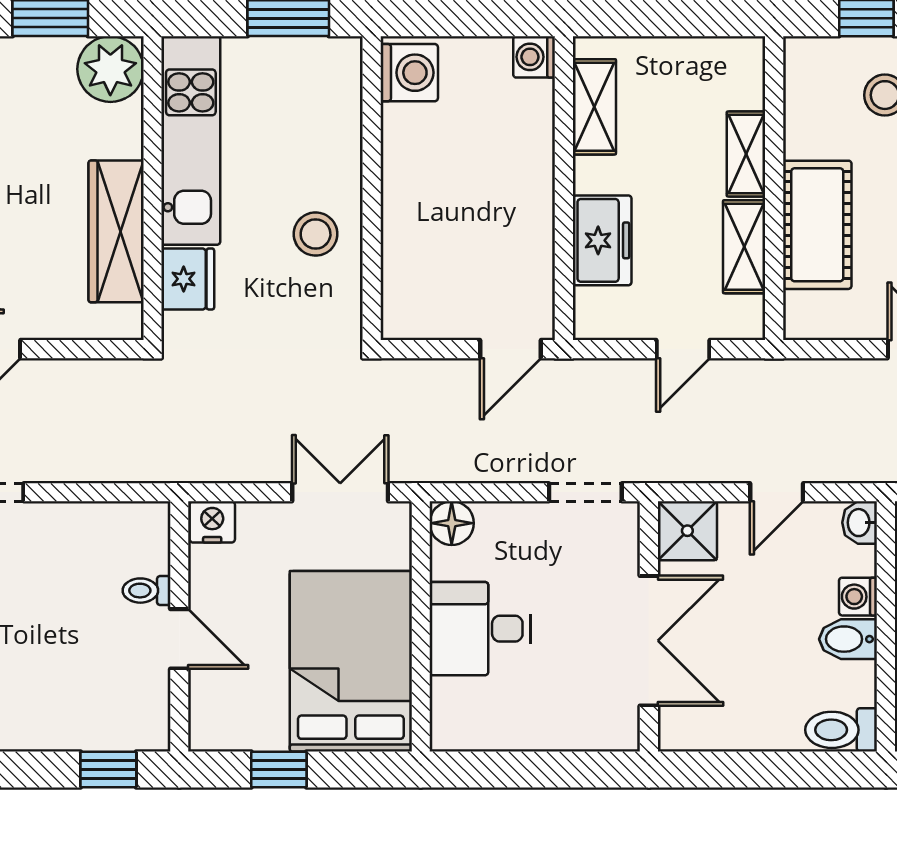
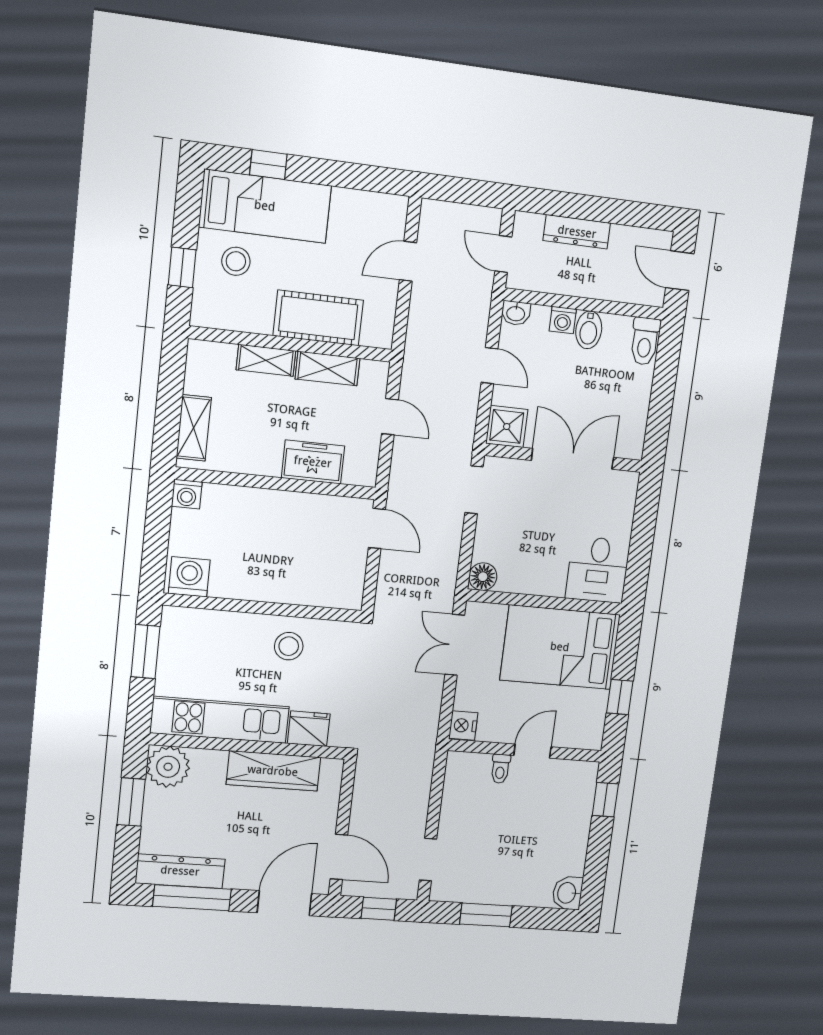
shelving: (594, 107) -> (194, 428), moved, turned 90
desk: (480, 629) -> (598, 570), moved

